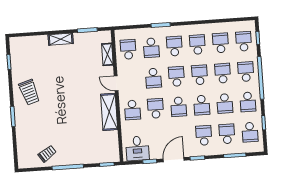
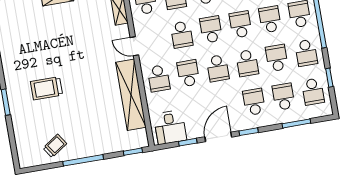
trolley: (29, 92) -> (46, 88), moved, turned 107
school desk: (225, 104) -> (277, 58), turned 180
shelving: (109, 112) -> (131, 95), width x1.47

